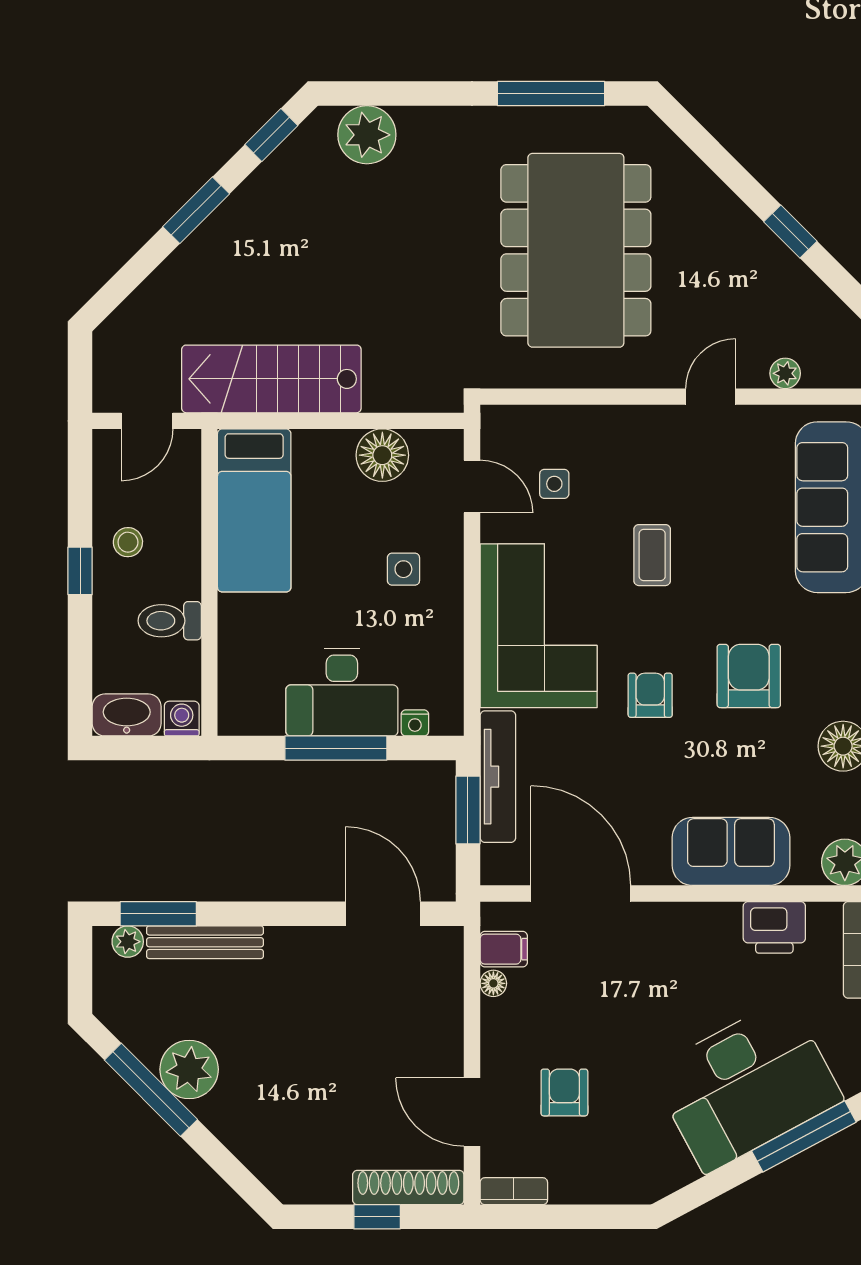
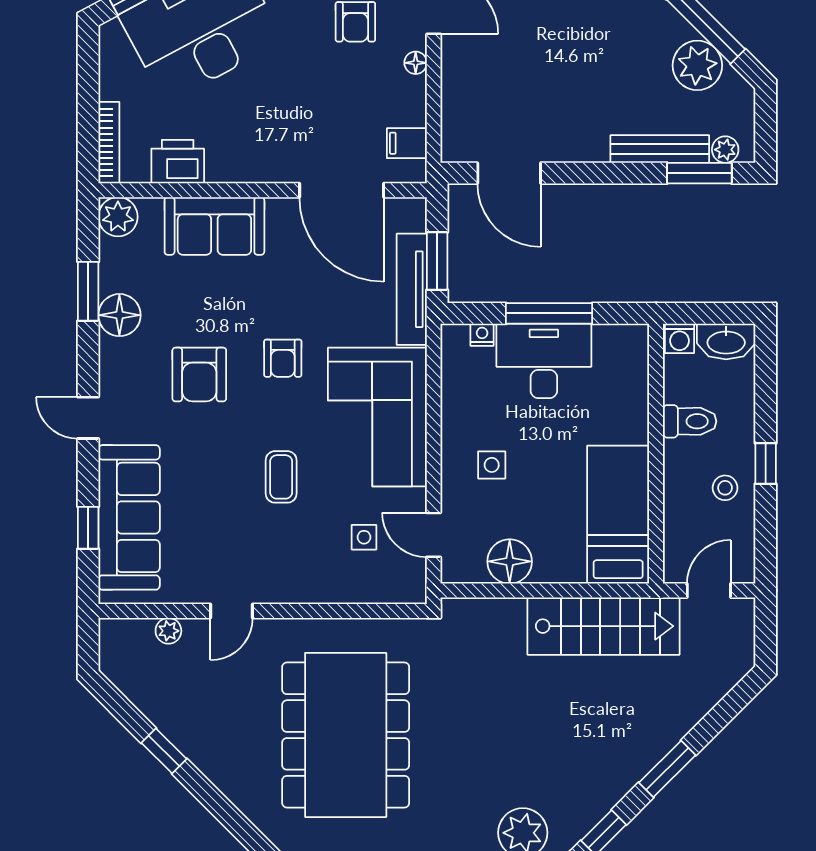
floor lamp: (493, 983) -> (416, 63), moved
plant: (189, 1069) -> (697, 65), moved

